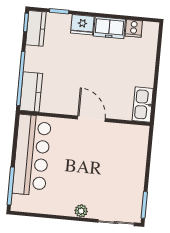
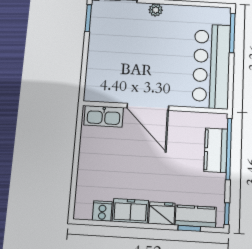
kitchen counter: (36, 28) -> (196, 216), moved, turned 90
kitchen counter: (31, 92) -> (216, 150), moved
kitchen sink: (143, 104) -> (104, 116), moved, turned 90
door: (91, 119) -> (148, 107), width x1.36

